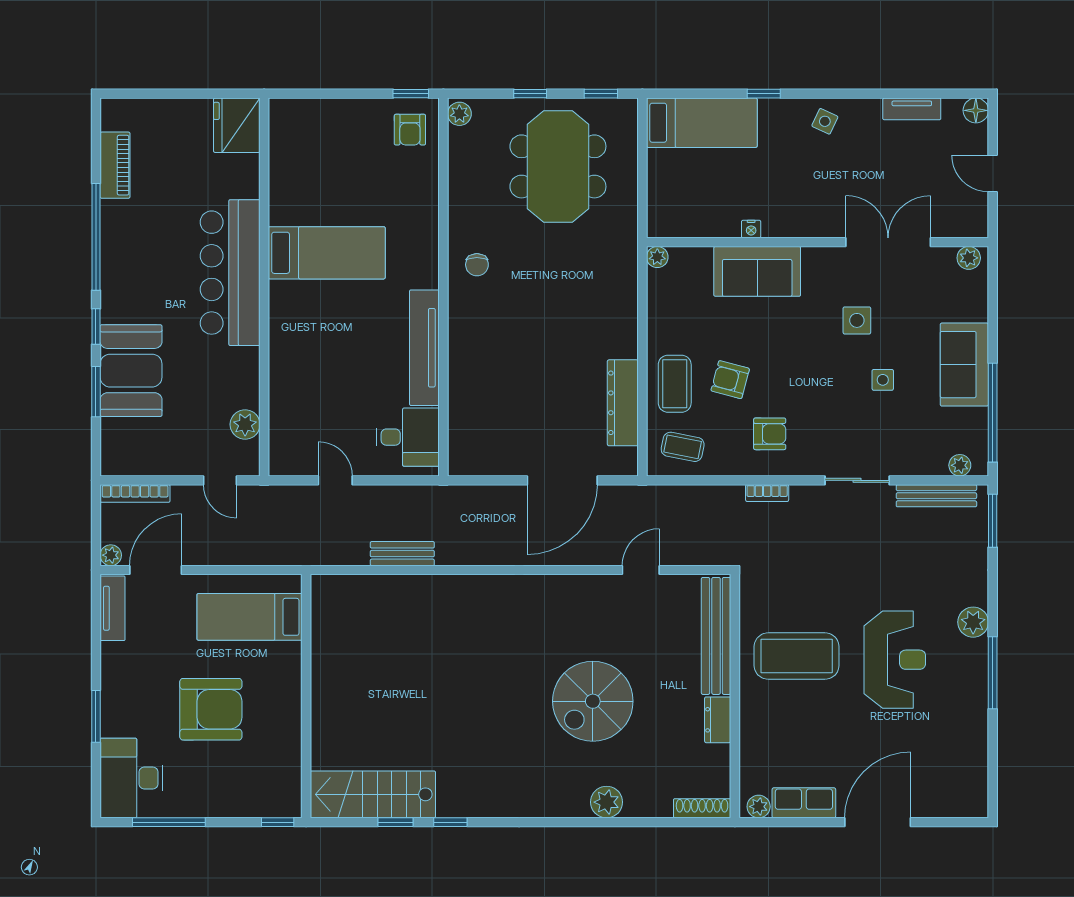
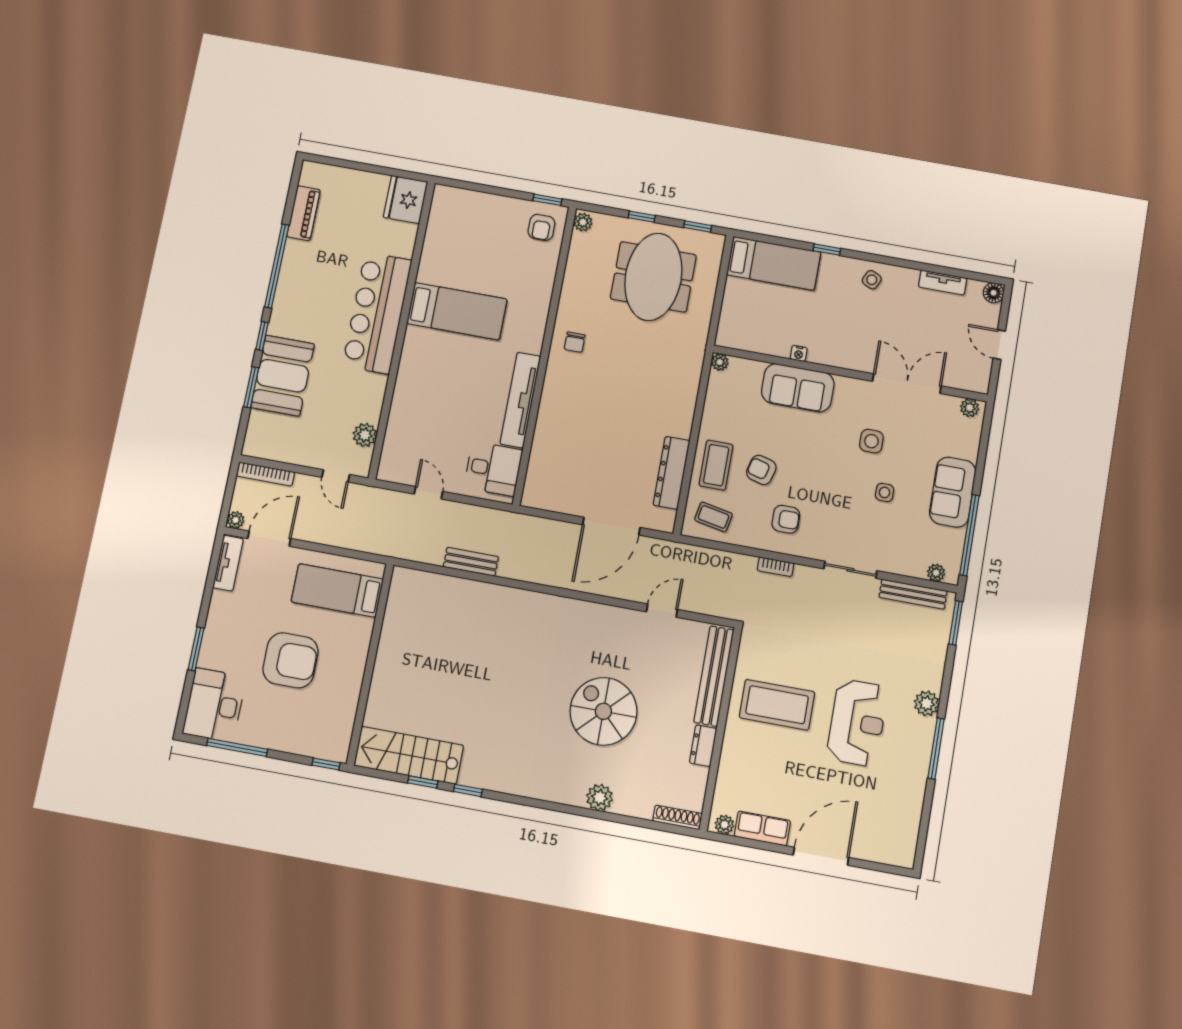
spiral stairs: (593, 701) -> (603, 711), turned 90

